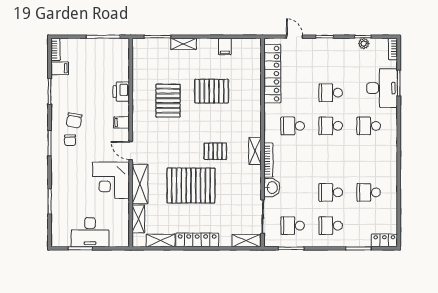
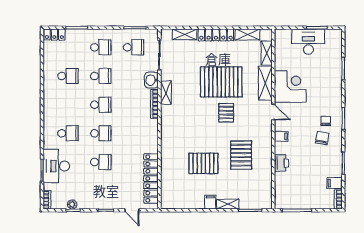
filing cabinet: (225, 46) -> (210, 202), moved
school desk: (293, 126) -> (101, 105), moved
pallet: (215, 151) -> (226, 113), moved, turned 90
shelving: (255, 151) -> (166, 93), moved
shelving: (246, 241) -> (185, 34), moved

